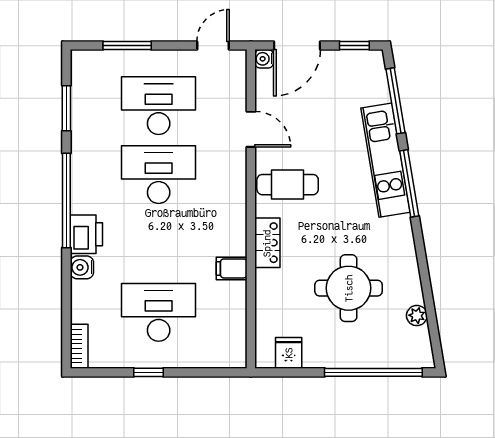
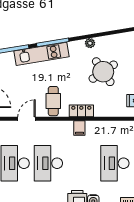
filing cabinet: (232, 268) -> (79, 128), moved
round table: (349, 288) -> (103, 72), turned -34
plant: (417, 316) -> (90, 43), moved

